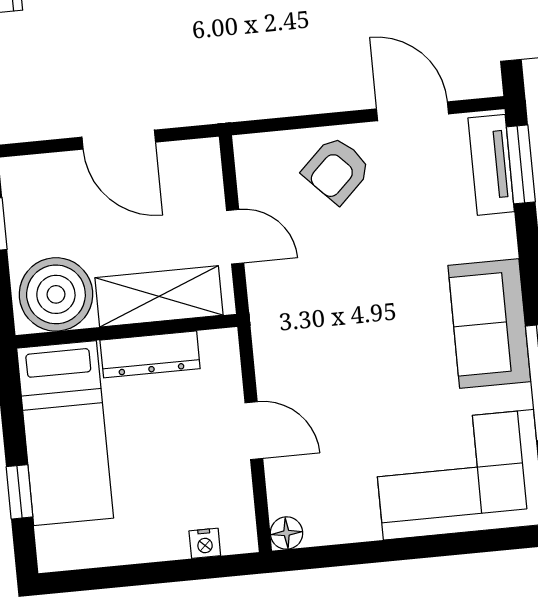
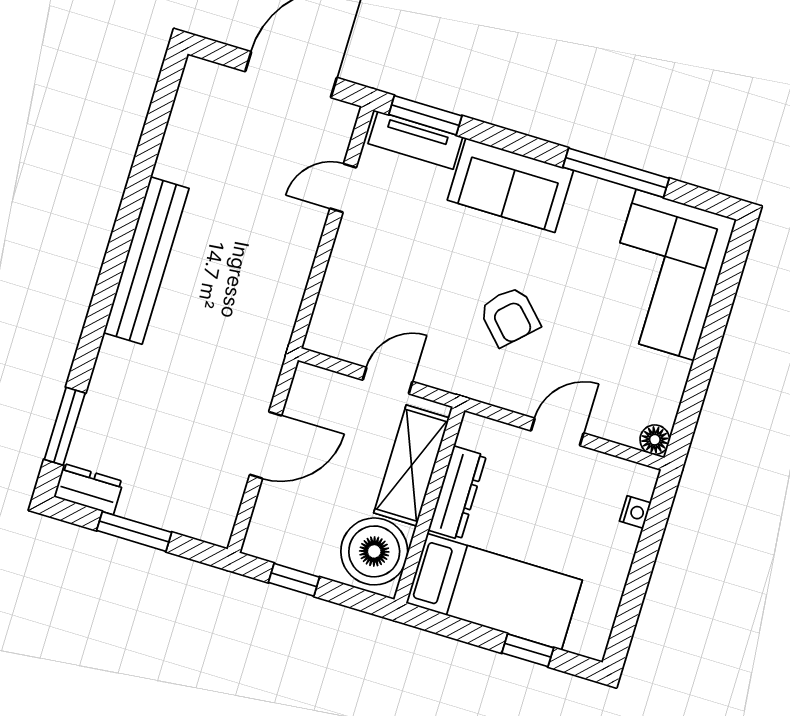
door: (413, 111) -> (343, 188), width x0.73
armchair: (337, 170) -> (510, 316), moved
sofa: (489, 323) -> (510, 185), moved

